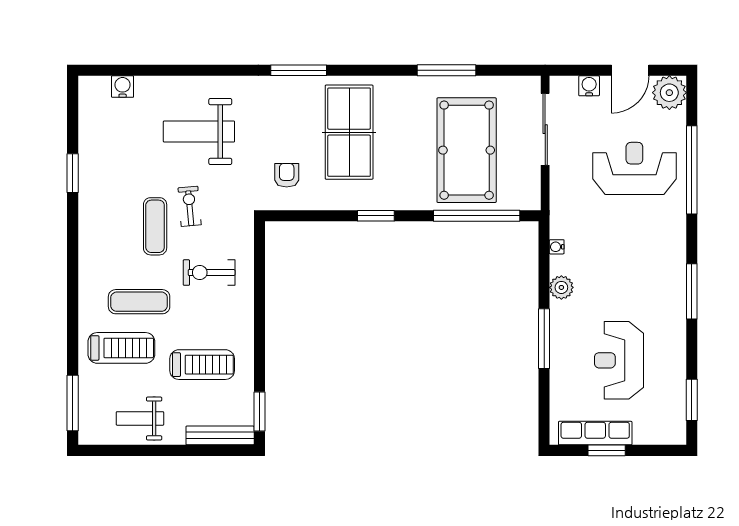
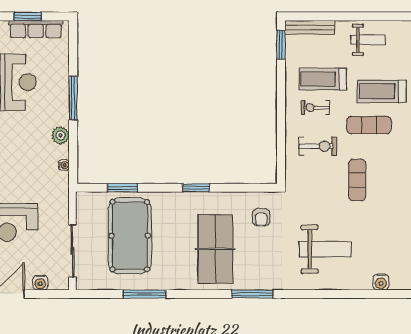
exercise bike: (190, 206) -> (315, 108), moved, turned 95
window: (477, 216) -> (122, 188), width x0.47

